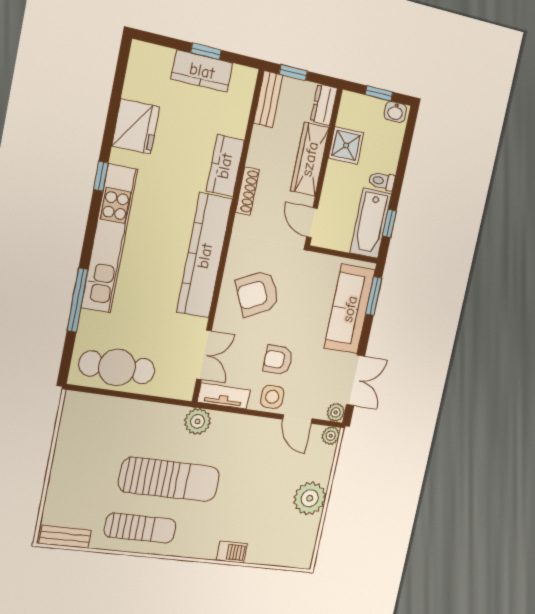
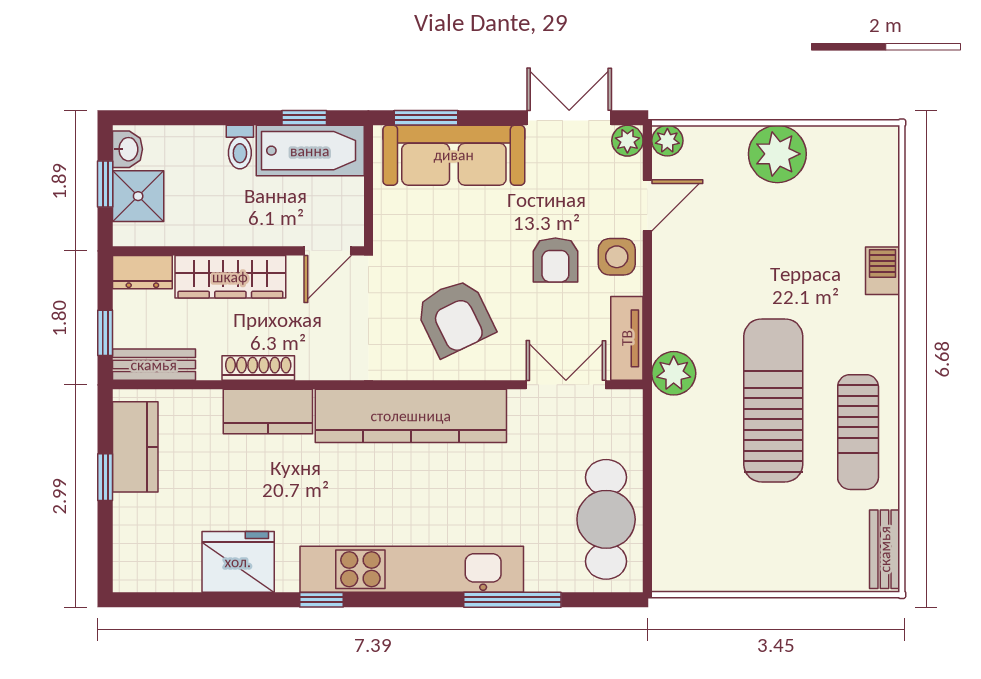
kitchen counter: (202, 71) -> (135, 447), moved
shower: (346, 145) -> (138, 196), moved
shoe rack: (247, 191) -> (258, 368), moved
sun lounger: (140, 528) -> (858, 432), turned 180

